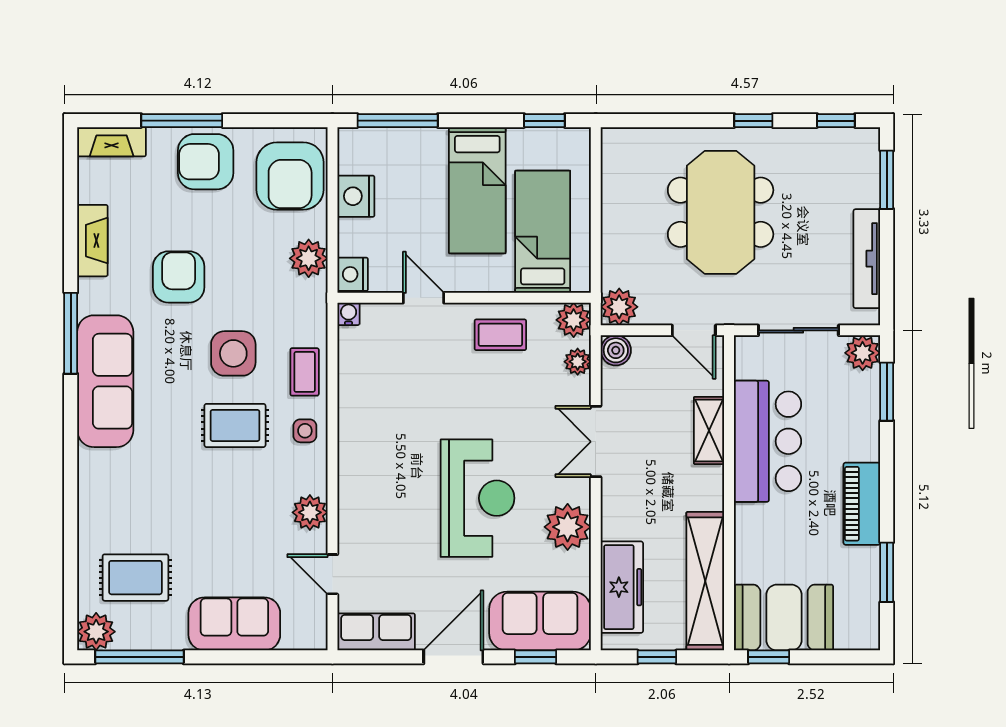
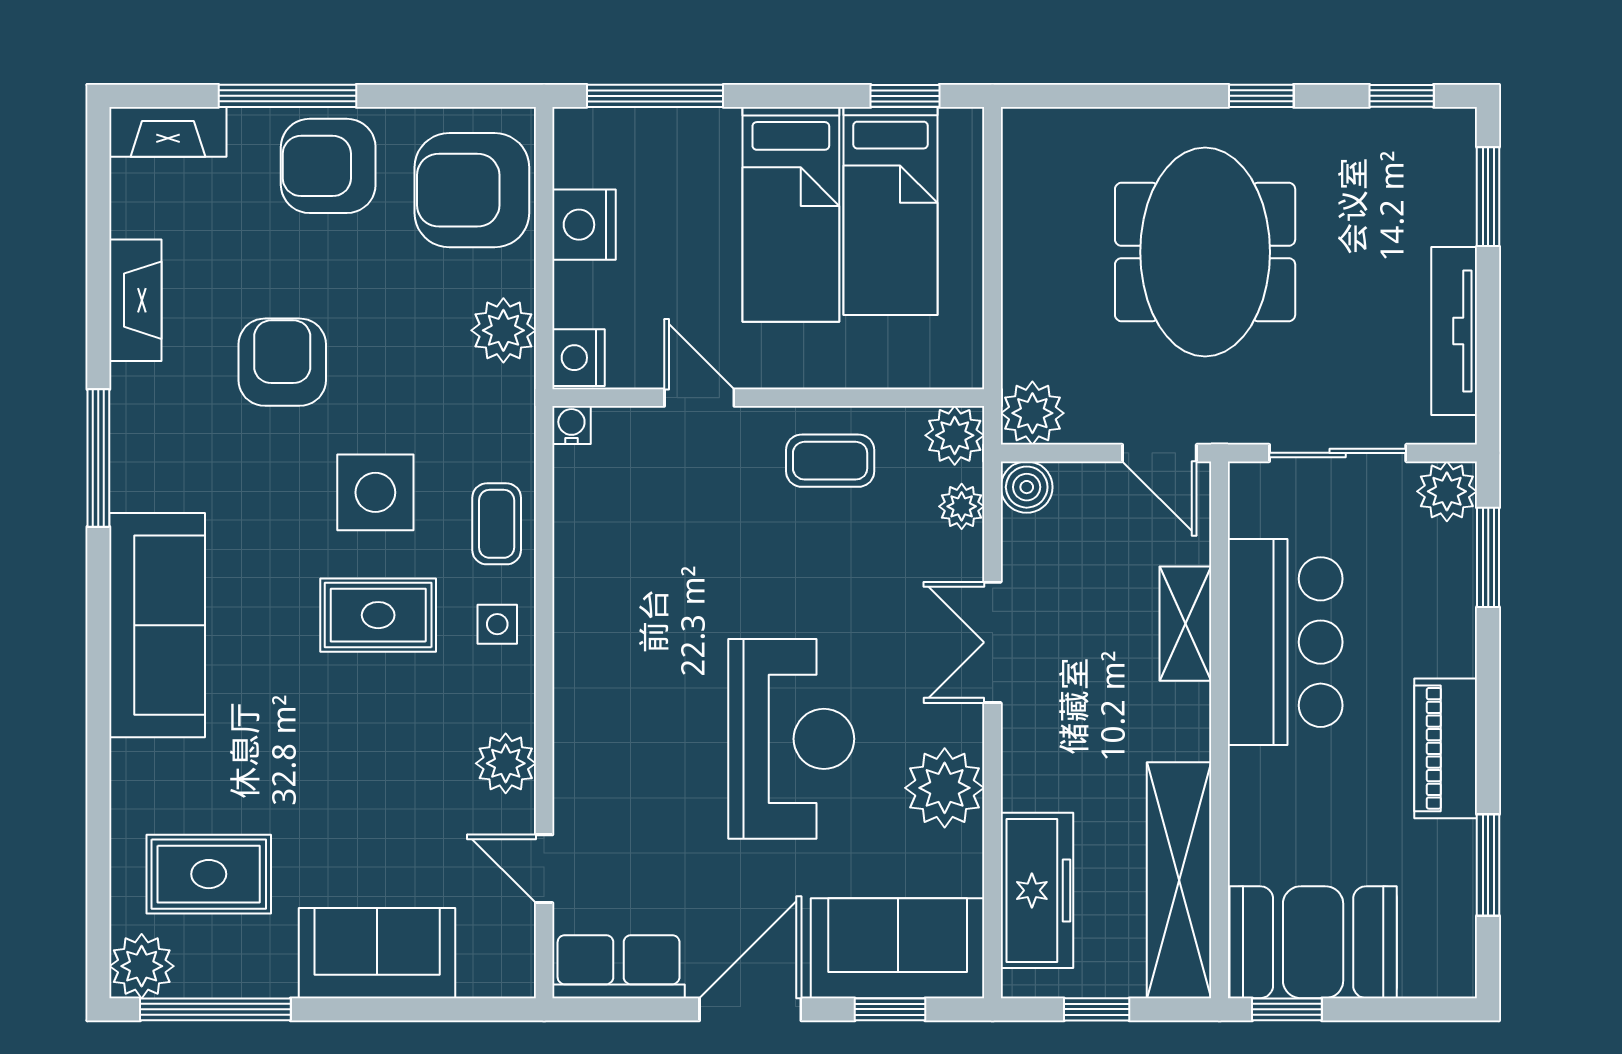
armchair: (290, 176) -> (472, 190), turned 90
bed: (543, 232) -> (891, 211), moved, turned 180
sofa: (105, 381) -> (157, 625), moved

